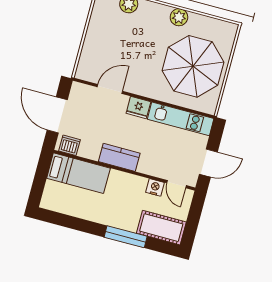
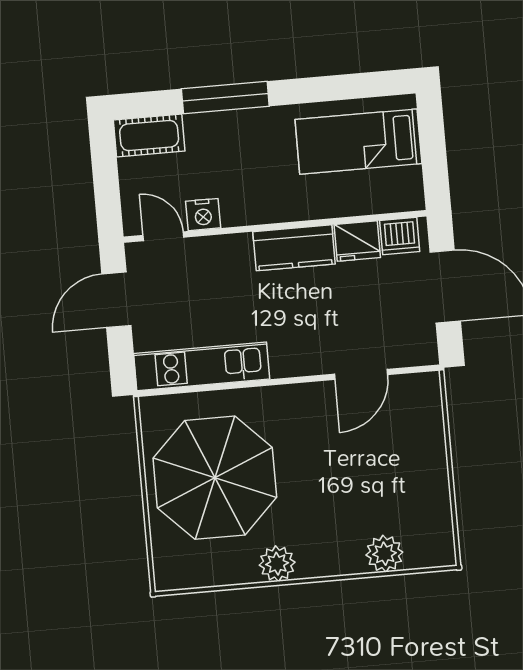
fridge: (138, 108) -> (357, 241), moved, turned 180
bed: (78, 173) -> (358, 142), moved
cot: (161, 228) -> (149, 136), width x0.73, depth x0.75

